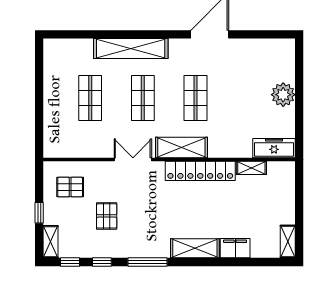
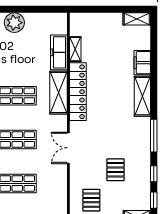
shelving: (181, 148) -> (58, 93), moved
freezer: (274, 148) -> (59, 52), moved
pallet: (107, 216) -> (115, 170), turned 90

